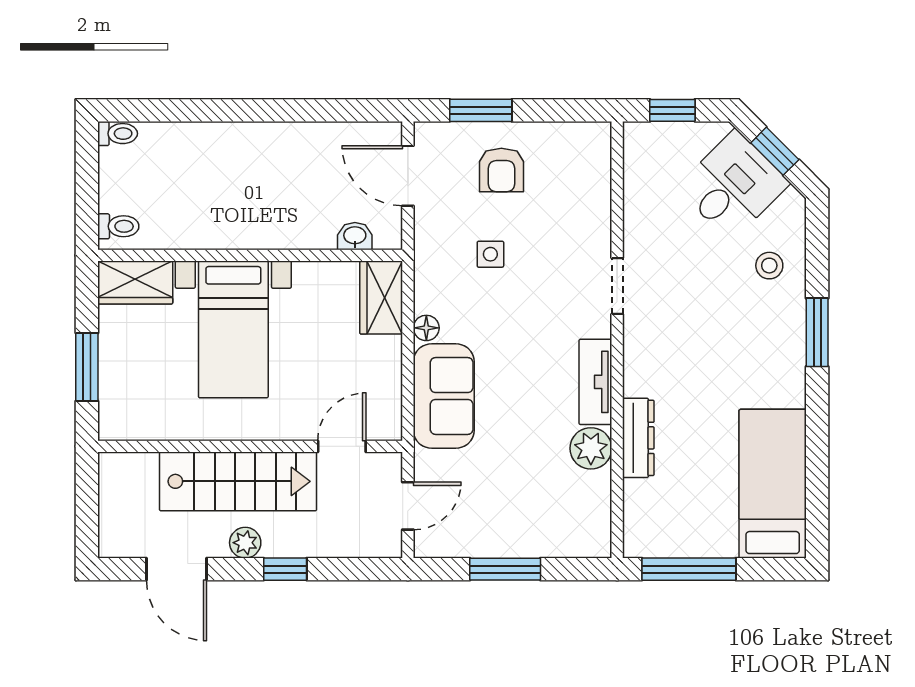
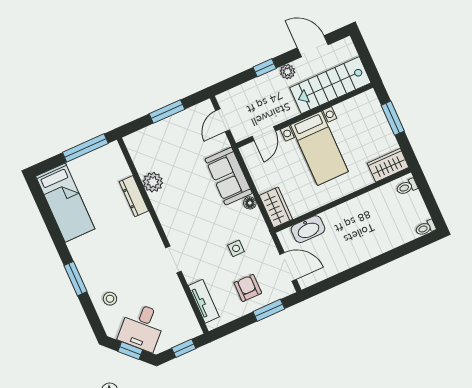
washbasin: (355, 236) -> (308, 229), width x1.91, depth x1.45
bed with nightstands: (233, 329) -> (319, 148), moved, turned 180
tv unit: (595, 382) -> (204, 301), moved
stairs: (238, 481) -> (330, 85), moved

